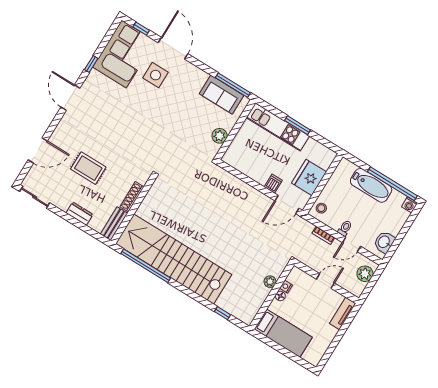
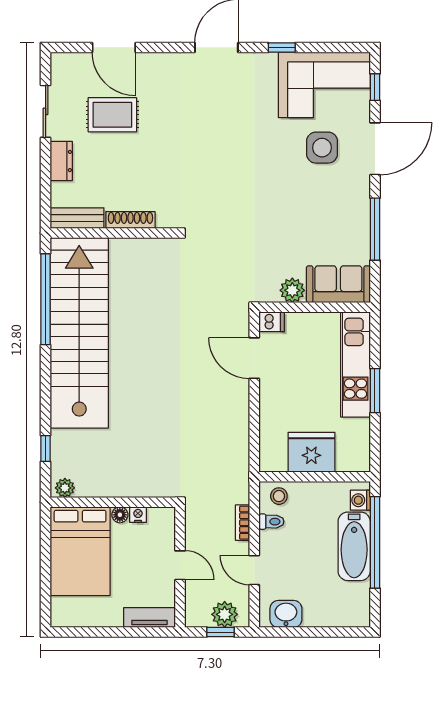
window: (233, 85) -> (375, 229), moved
sofa: (221, 95) -> (338, 284), moved, turned 90
rug: (88, 168) -> (112, 115), moved, turned 90
dishwasher: (273, 184) -> (272, 322), moved
window: (392, 184) -> (375, 542), moved
sliding door: (35, 197) -> (46, 111), moved
door: (287, 204) -> (254, 358), moved
washing machine: (410, 205) -> (360, 500), moved
toilet: (345, 228) -> (271, 522), moved
window: (373, 281) -> (221, 632), added
plant: (270, 282) -> (65, 488), moved
bed: (283, 333) -> (80, 551), width x1.50

